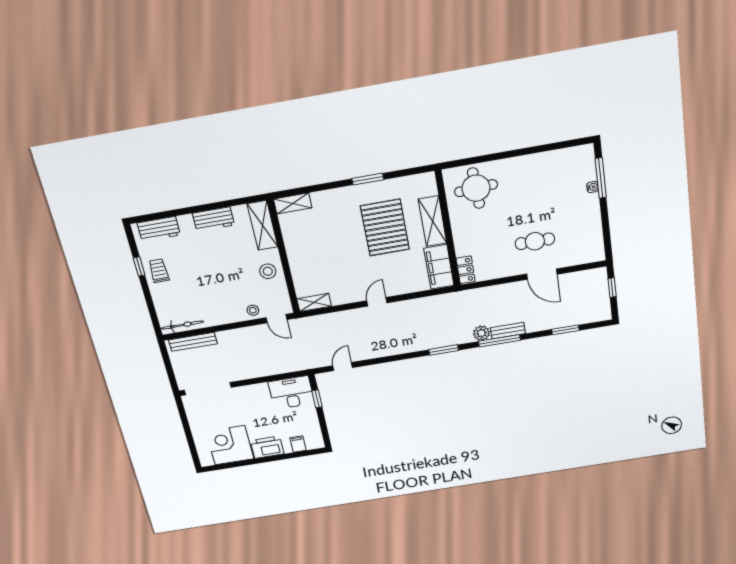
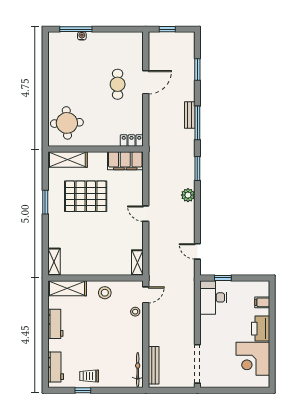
shelving: (433, 221) -> (67, 159), moved
plant: (481, 333) -> (188, 195), moved

